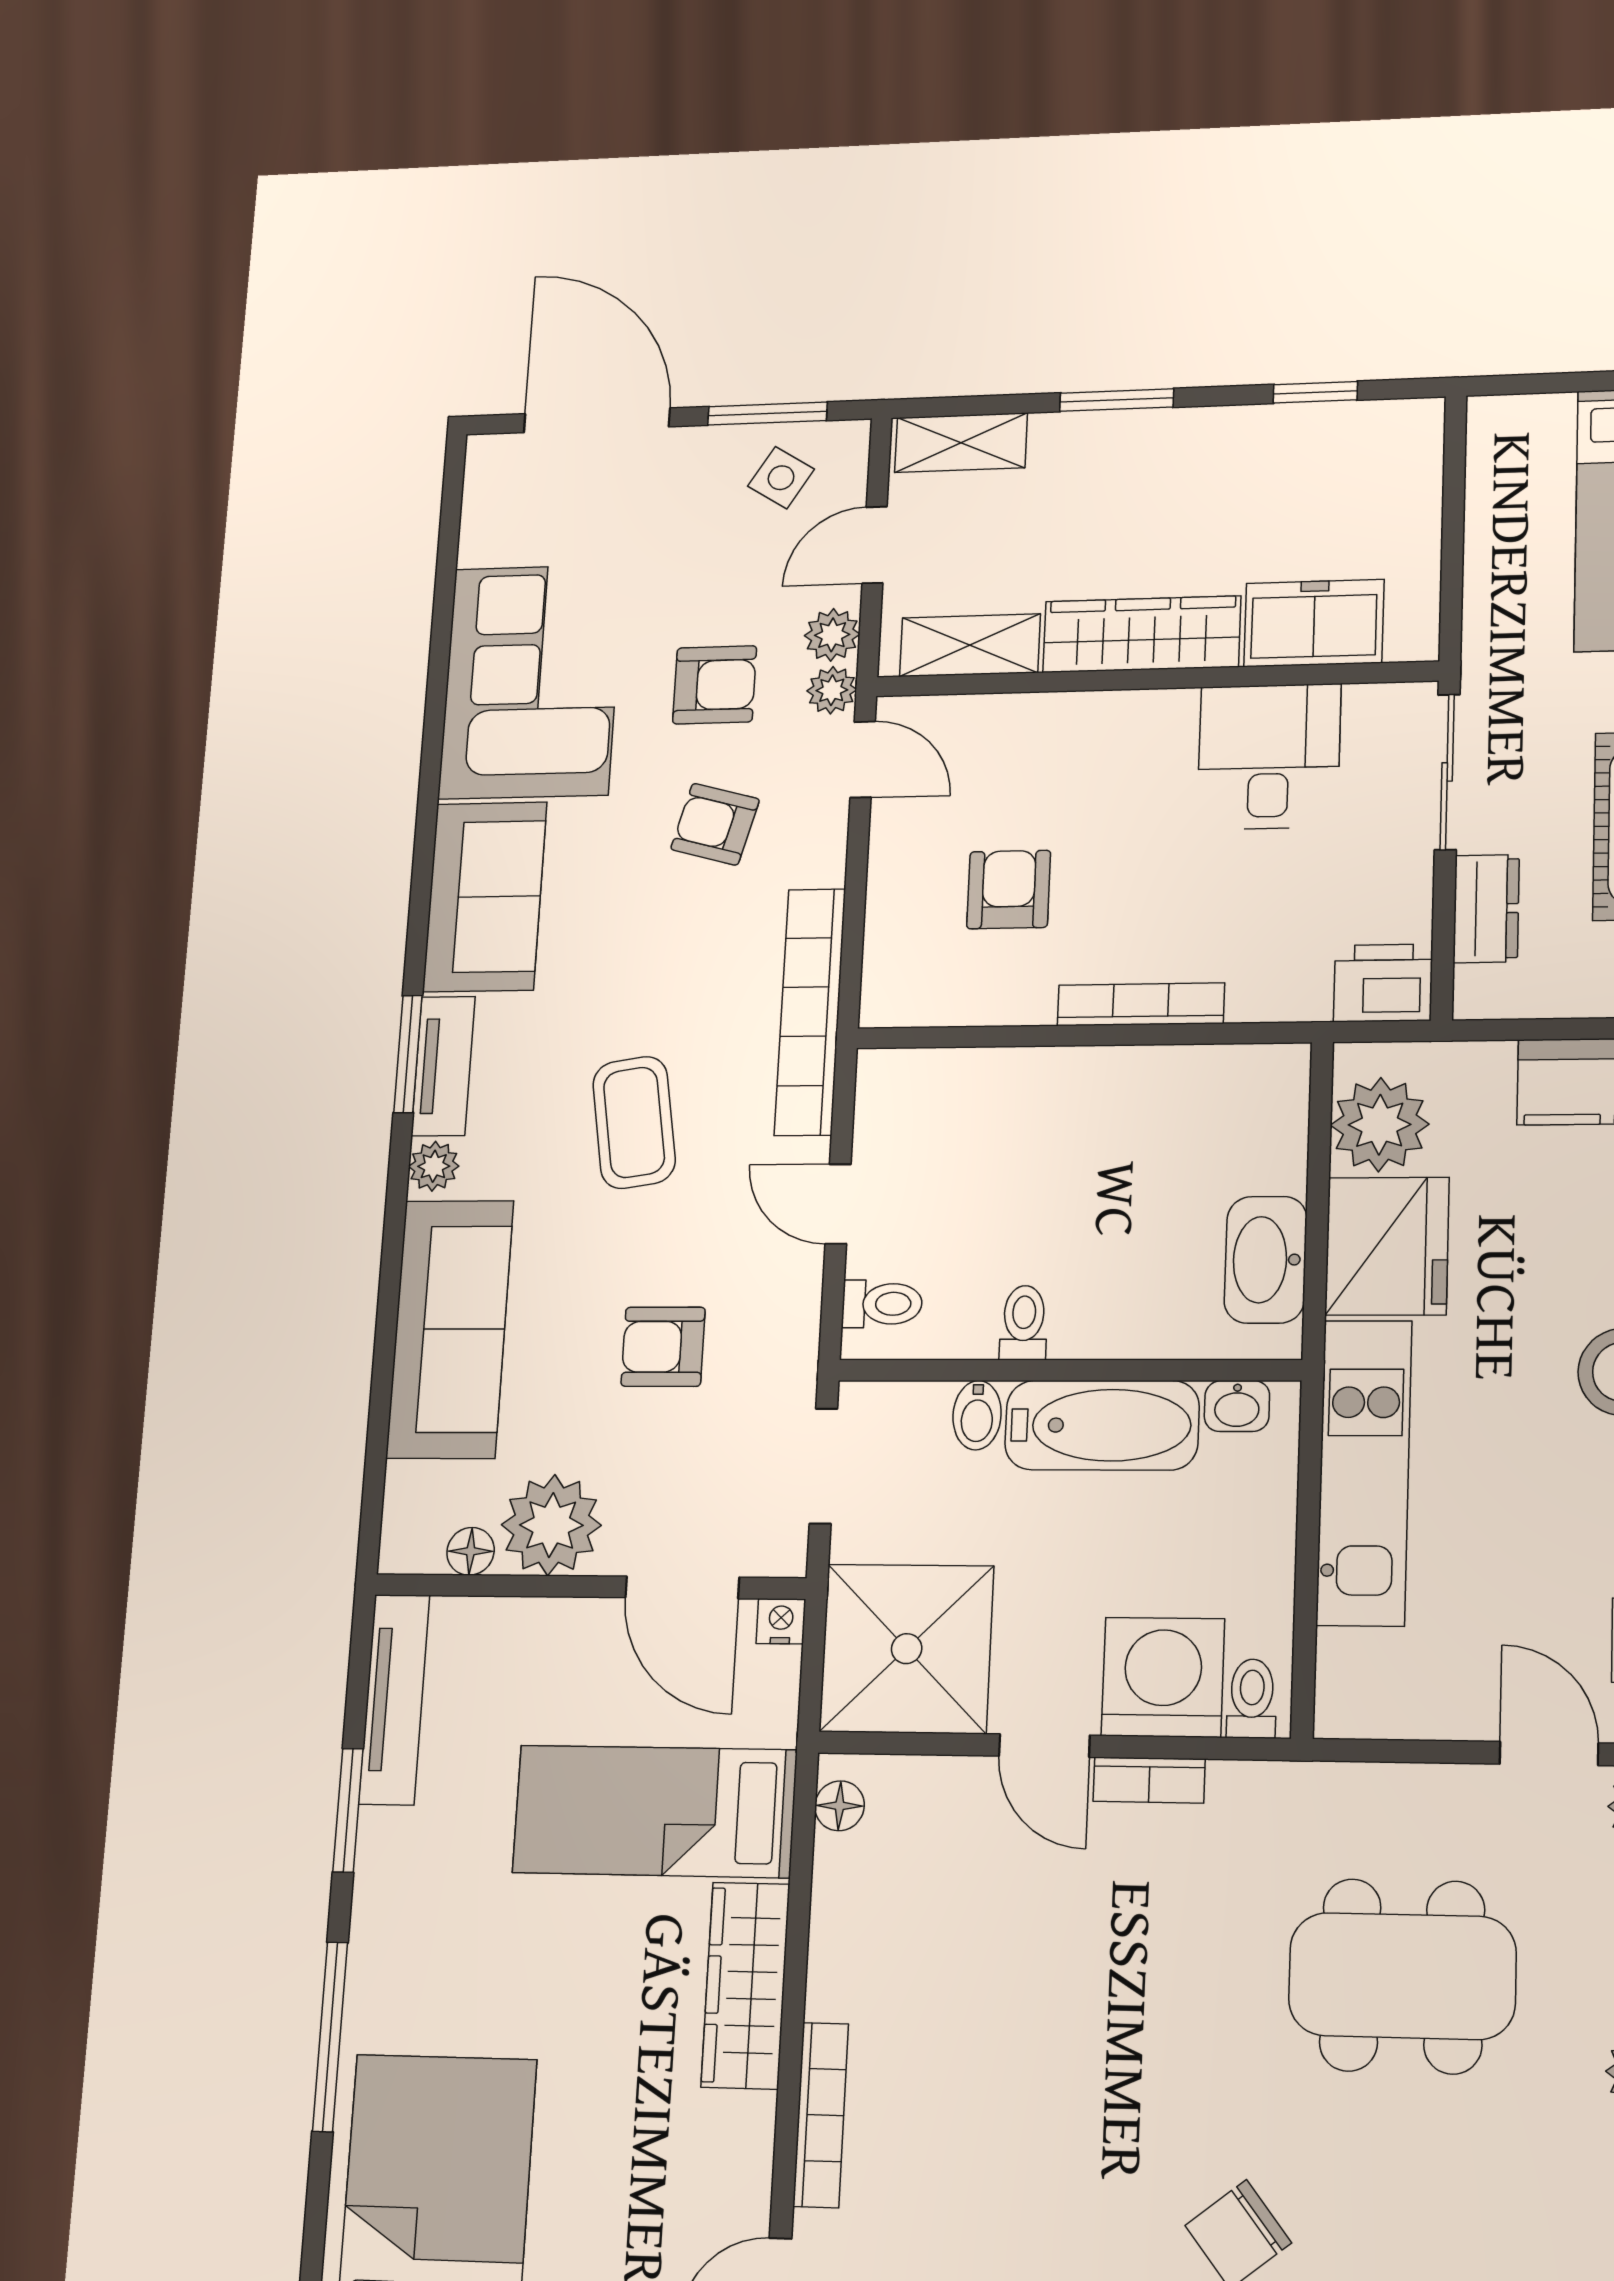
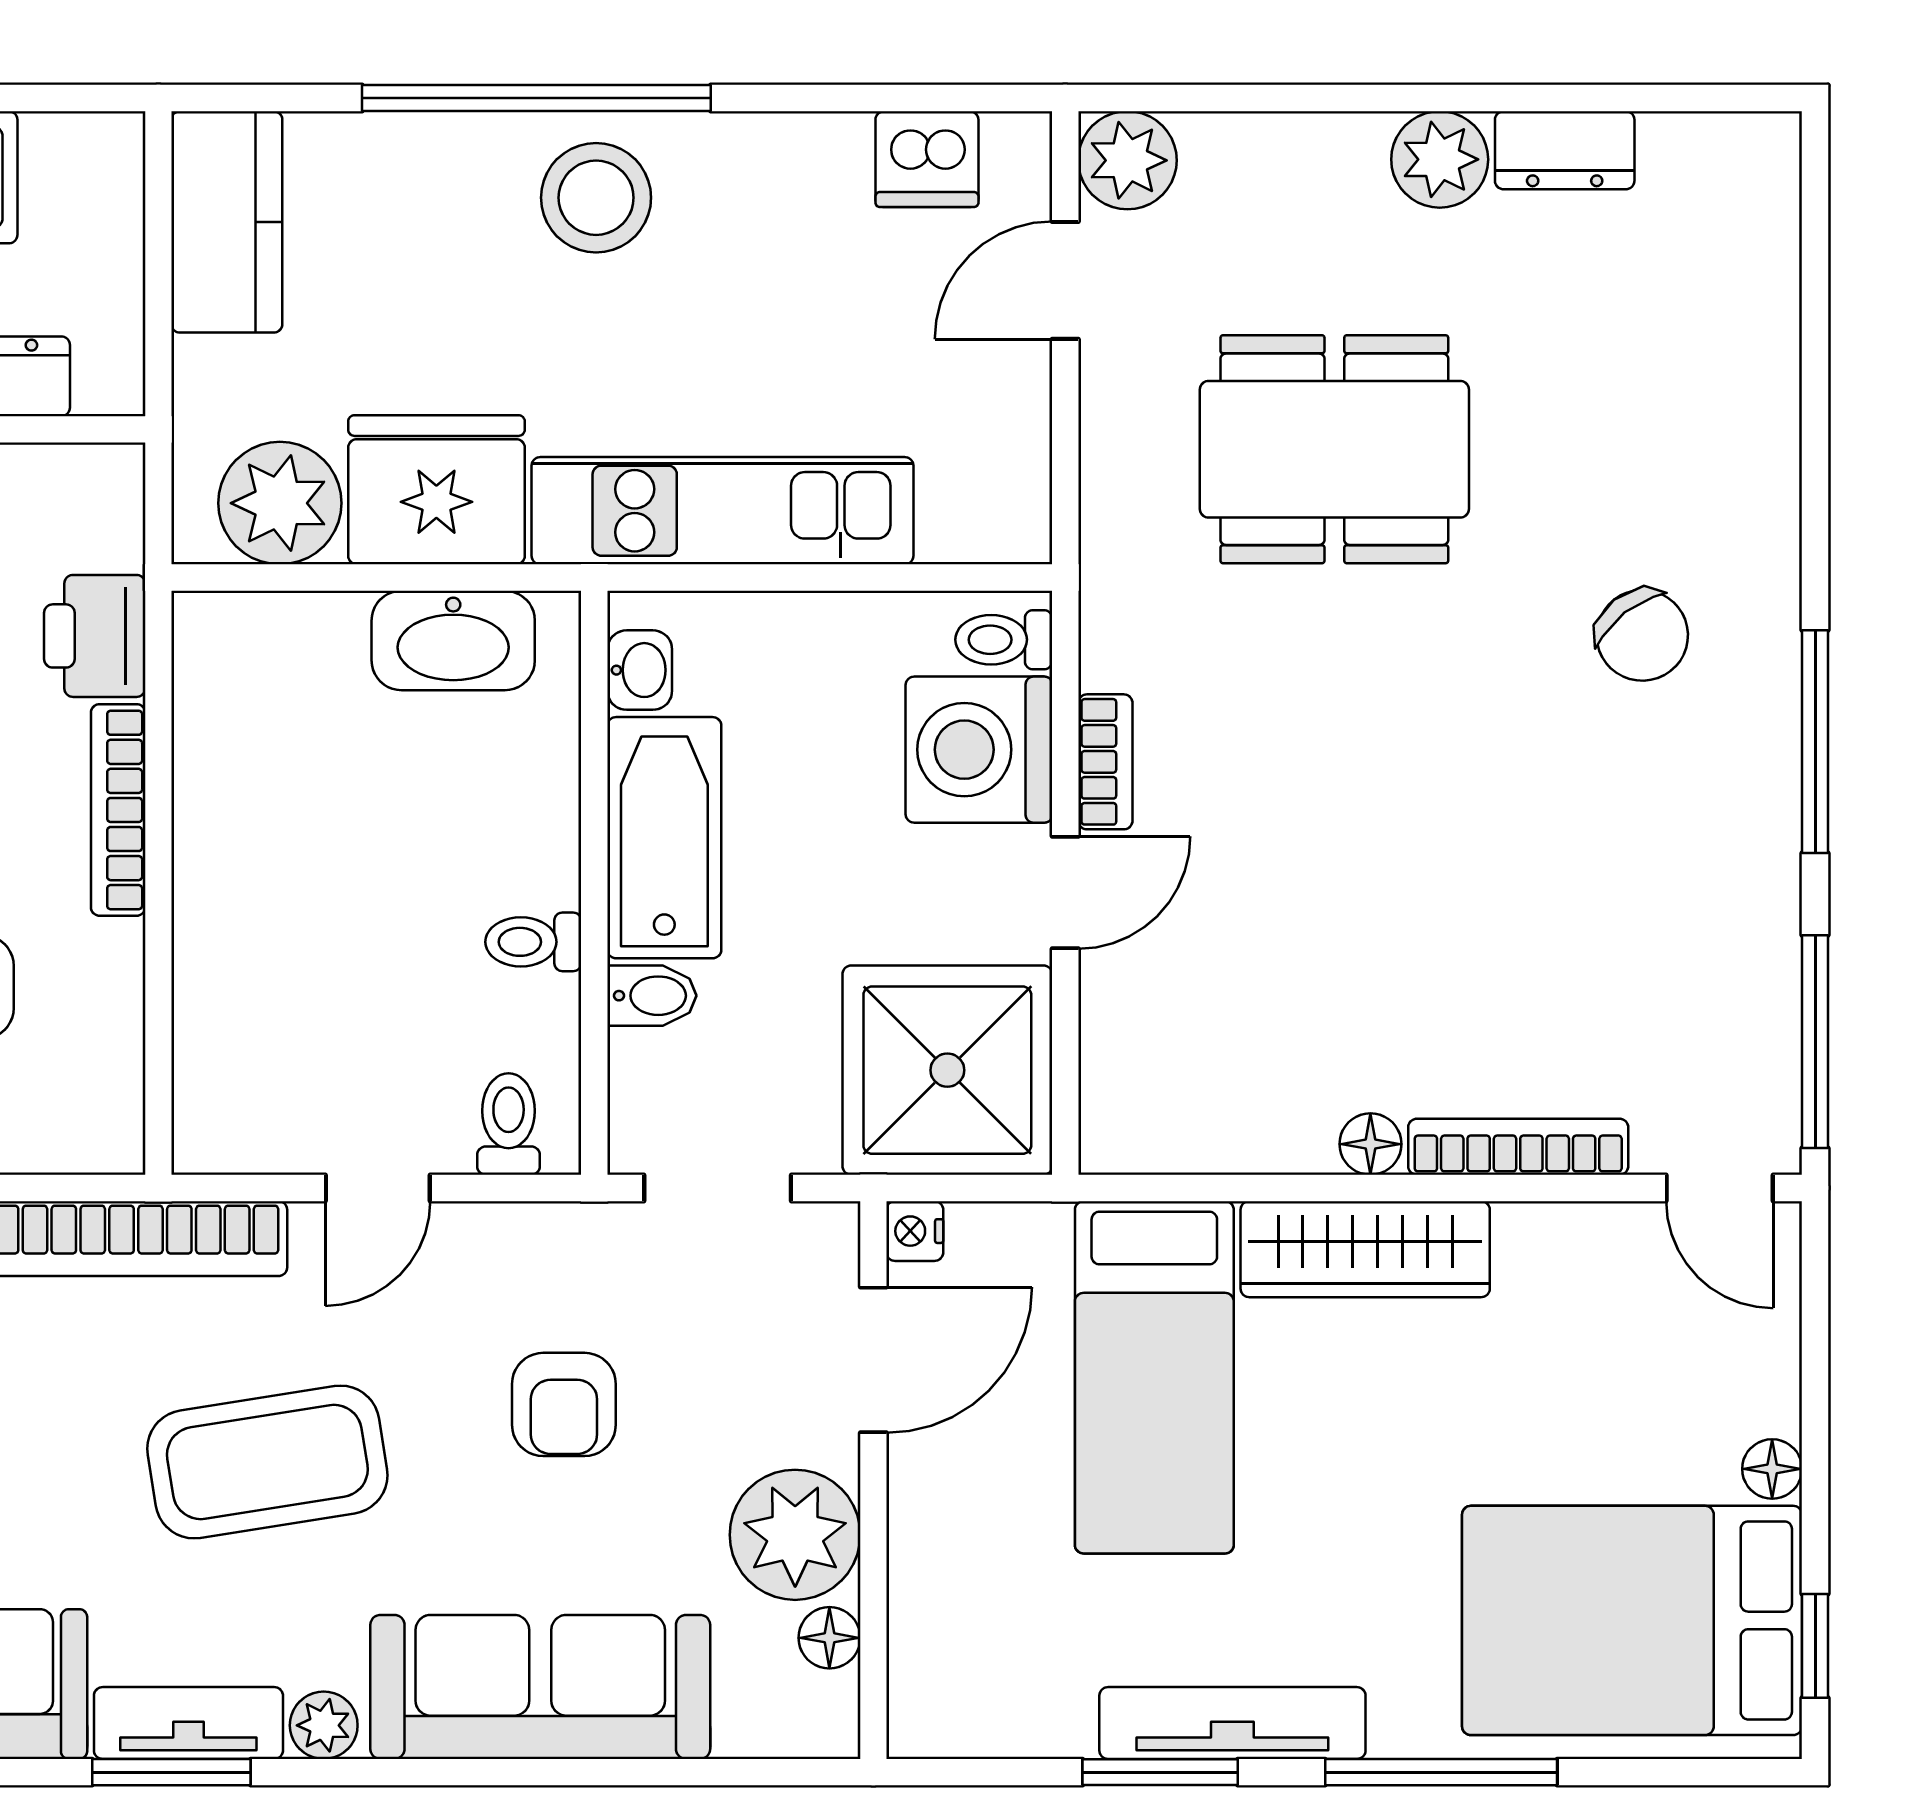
printer: (1383, 983) -> (95, 636), moved
coffee table: (634, 1122) -> (267, 1462), width x1.36, depth x1.32
tv unit: (394, 1699) -> (1232, 1723), moved
floor lamp: (840, 1806) -> (1370, 1144), moved
dining table: (1402, 1976) -> (1334, 449), turned 90

